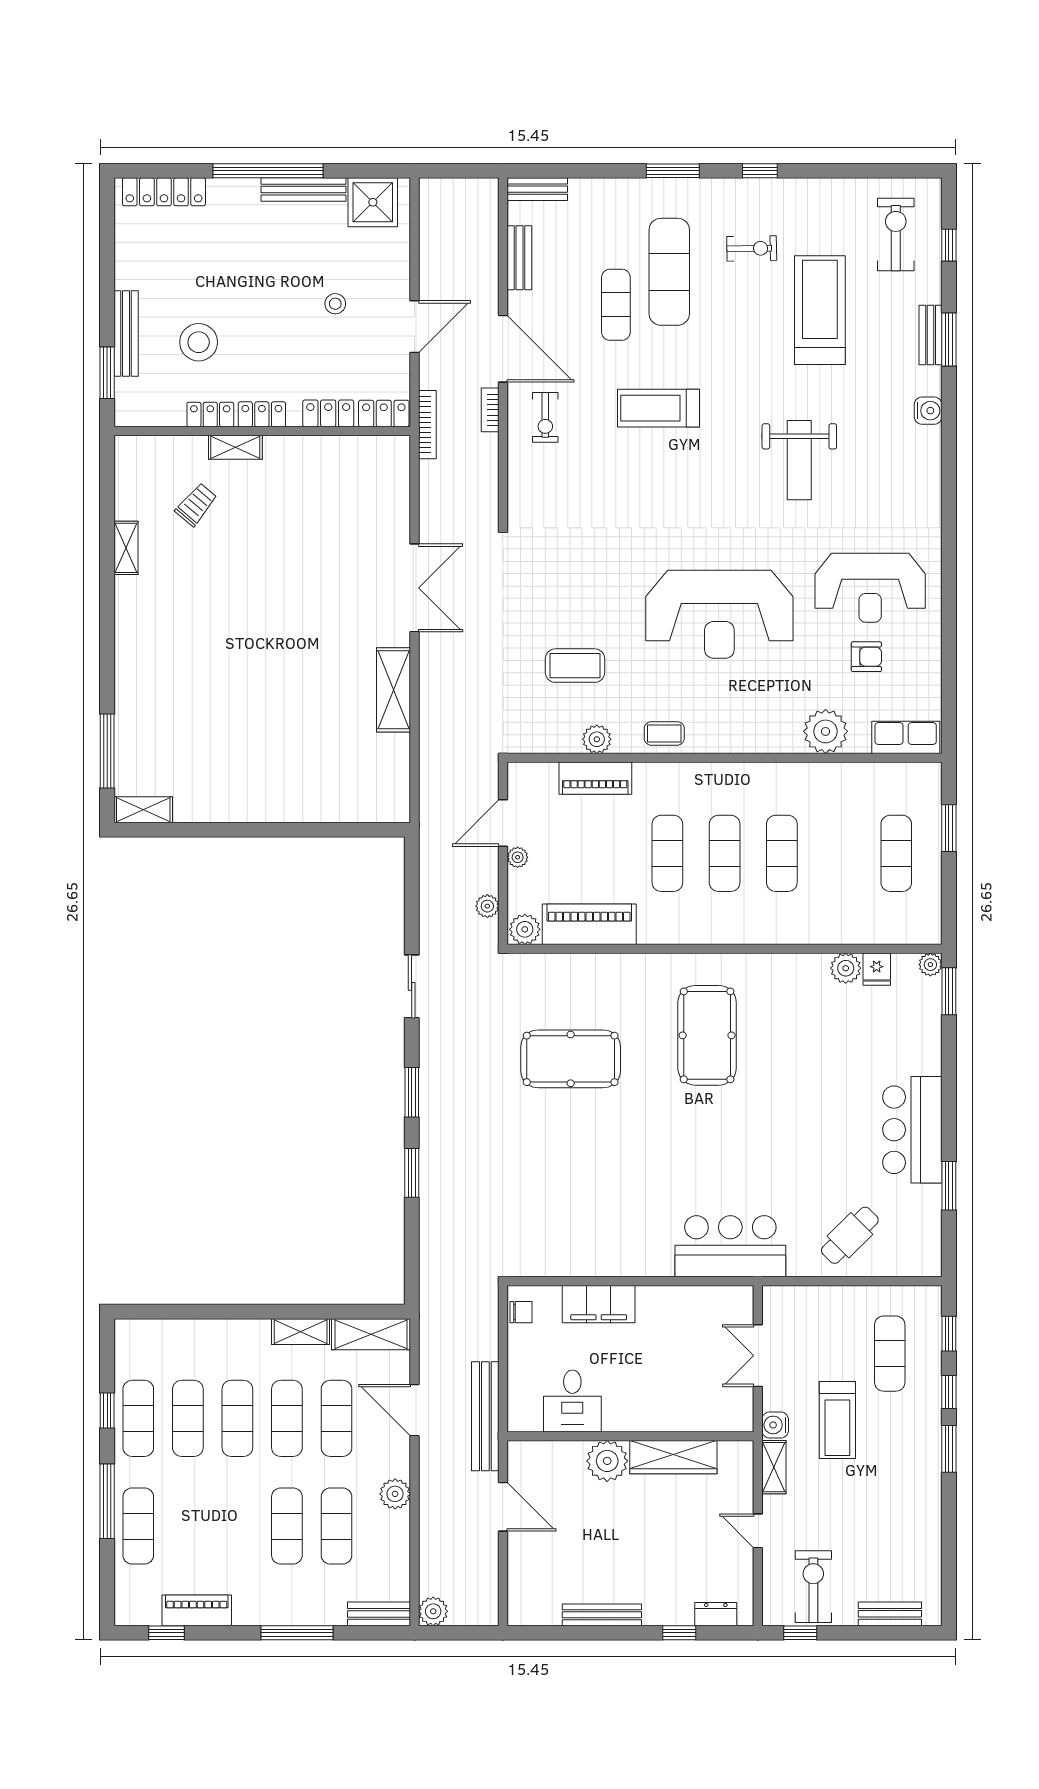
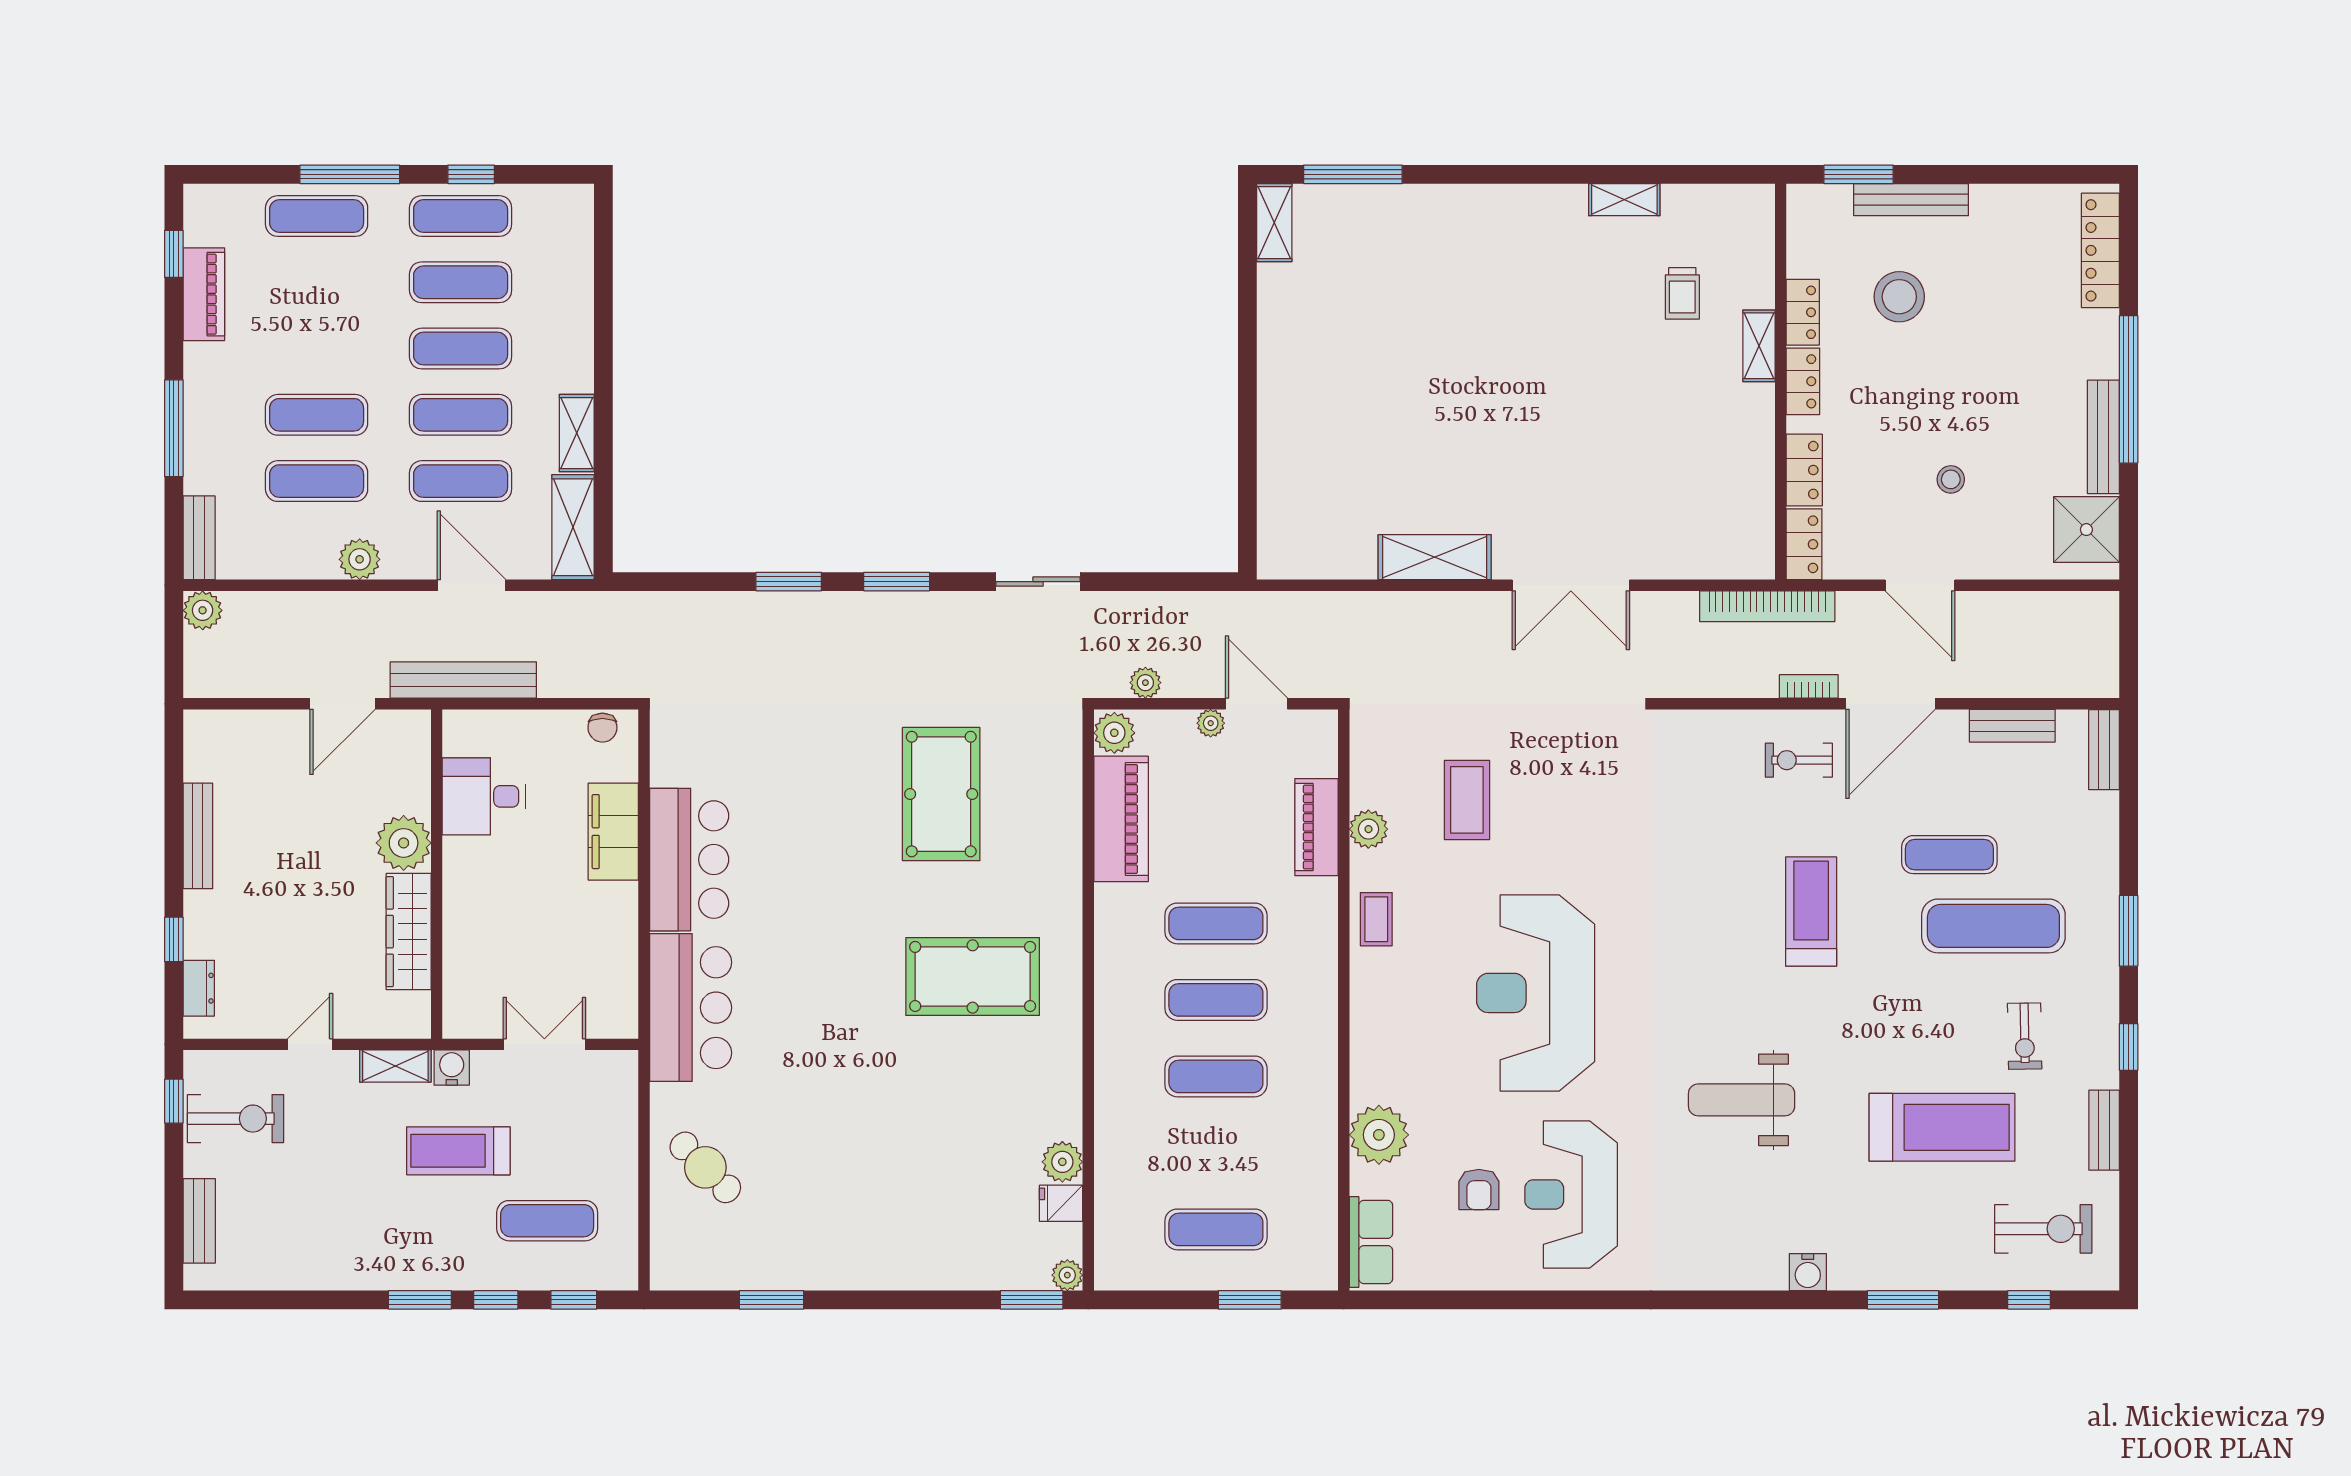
bench: (931, 335) -> (2104, 1130), moved, turned 90
bookcase: (427, 425) -> (1767, 606), width x1.48, depth x1.31
trolley: (196, 505) -> (1682, 293), turned 50
bar counter: (912, 1130) -> (689, 860), moved, turned 90
door: (414, 1410) -> (472, 585), hinge flipped

